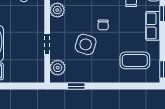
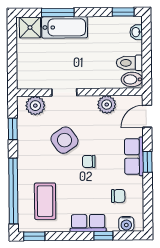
side table: (86, 44) -> (64, 140), turned 37
window: (126, 86) -> (13, 191), added

